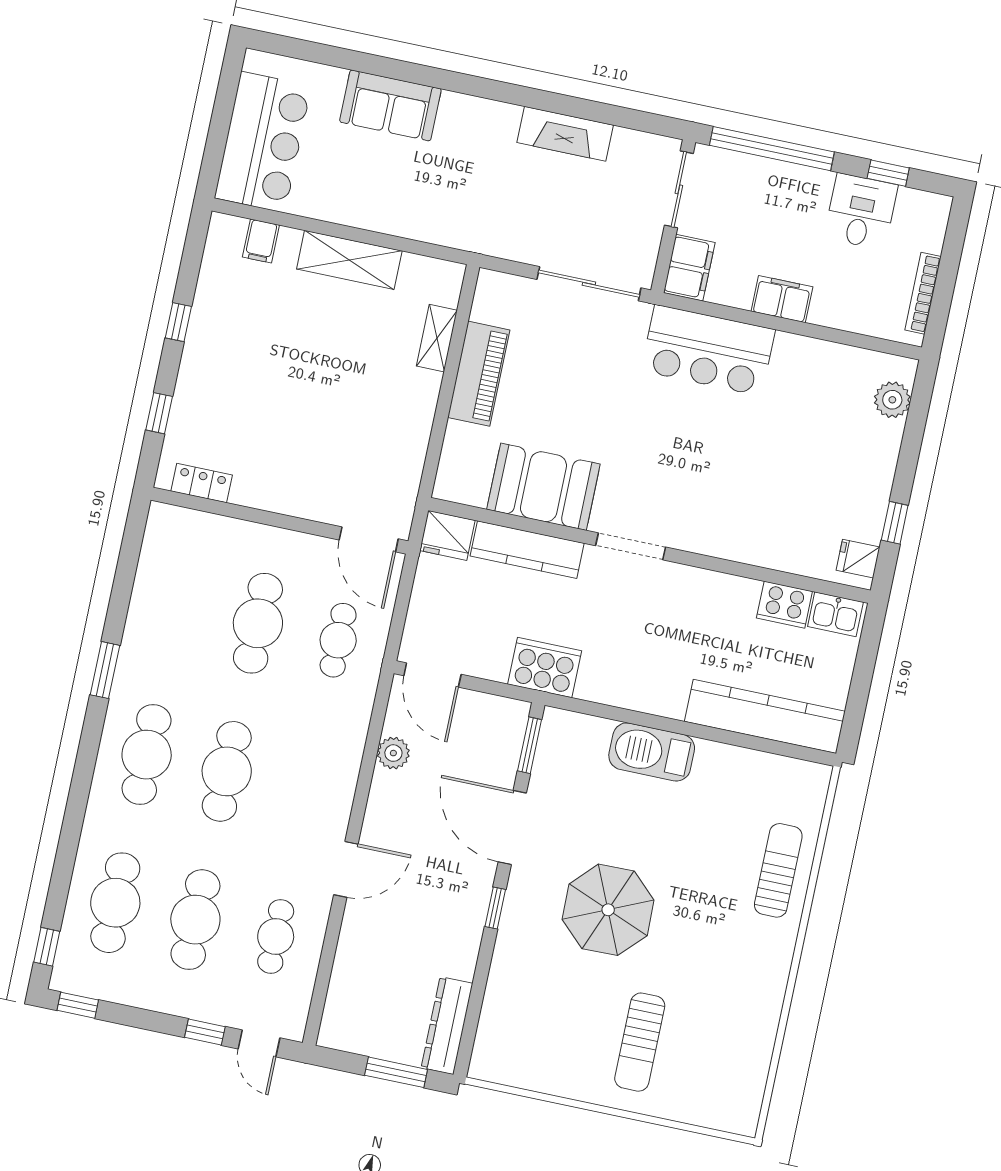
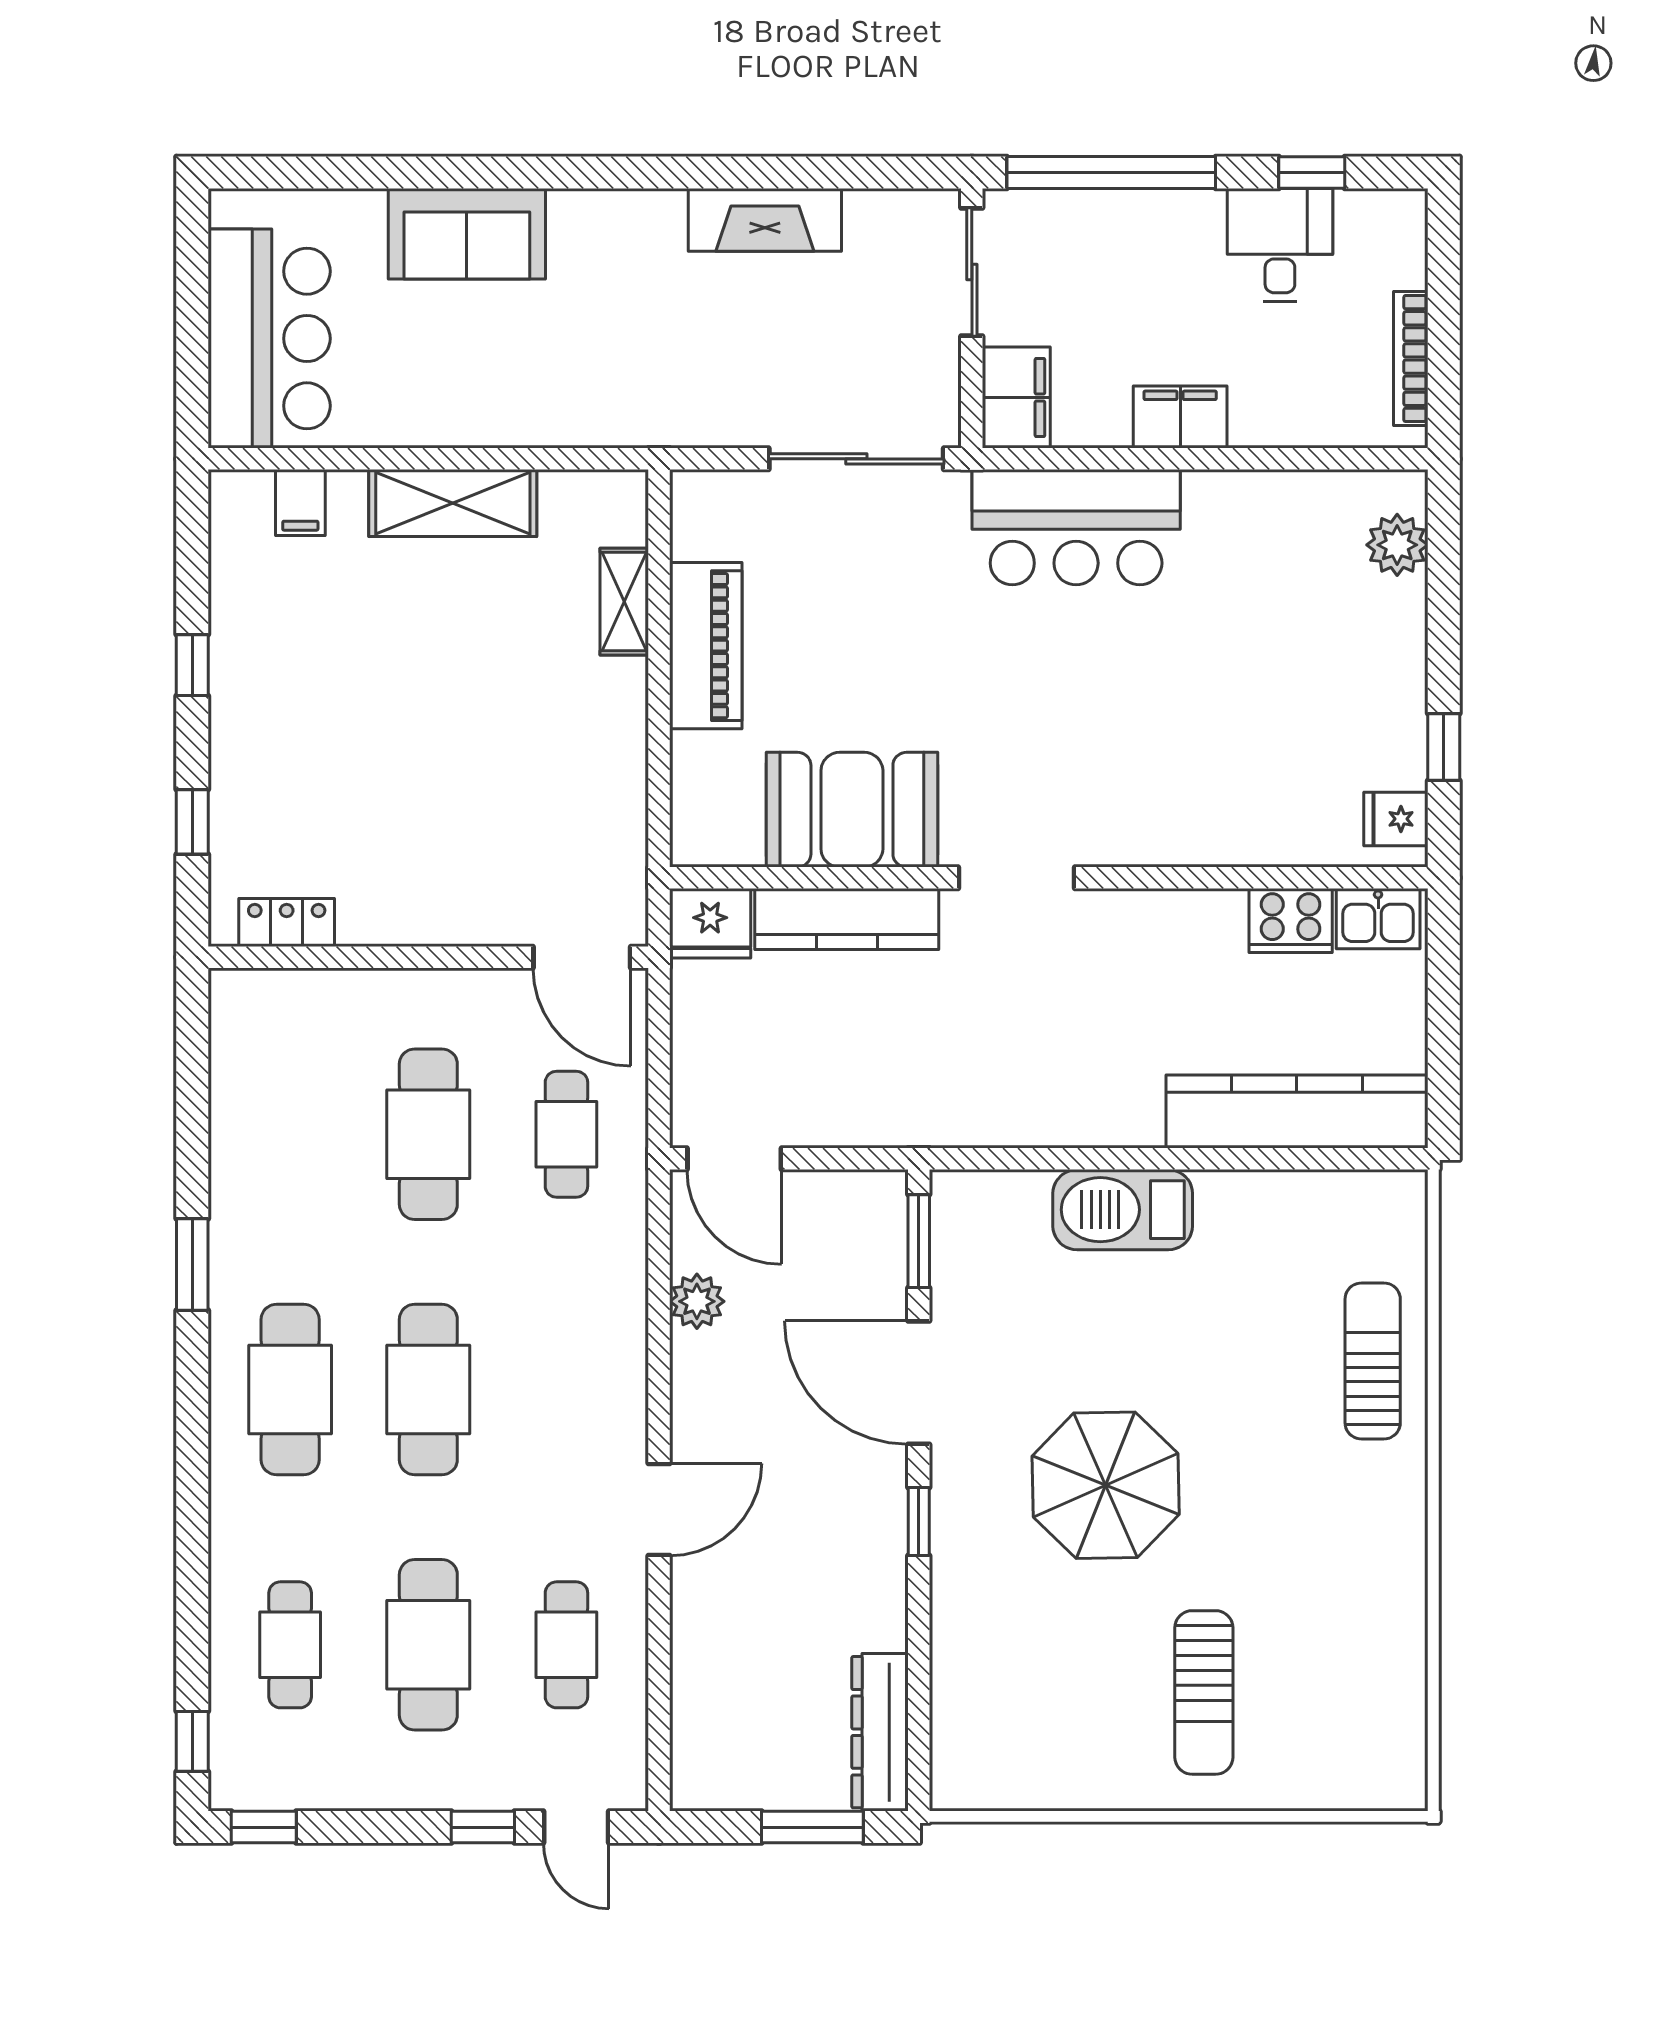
cooker: (545, 667) -> (917, 1108), removed
cafe table: (115, 903) -> (290, 1645), width x0.73, depth x0.74

